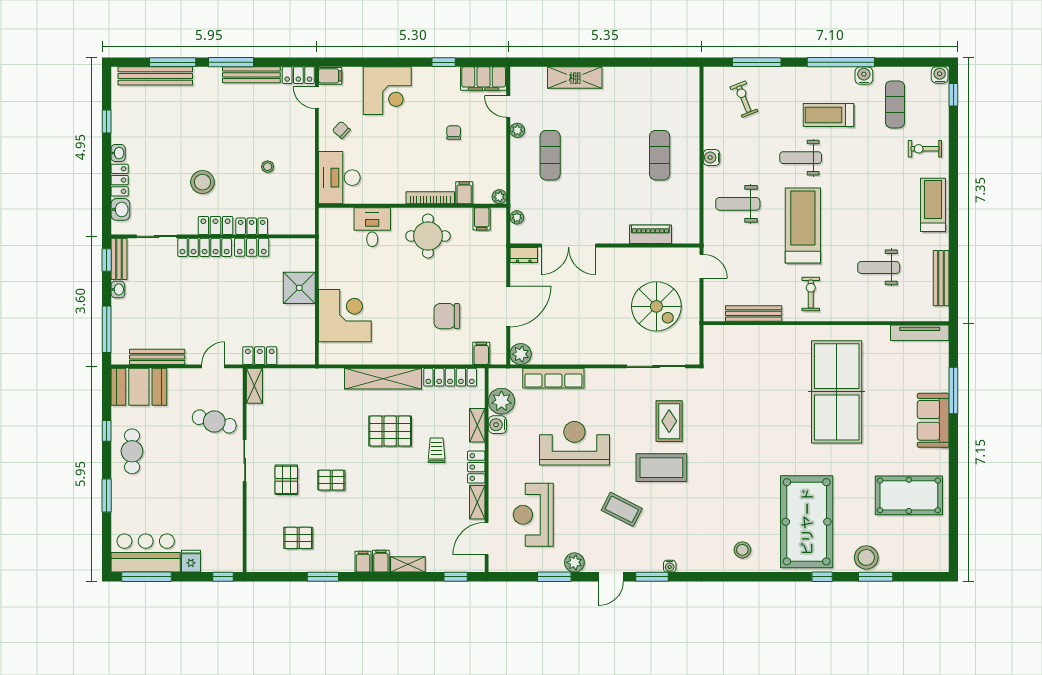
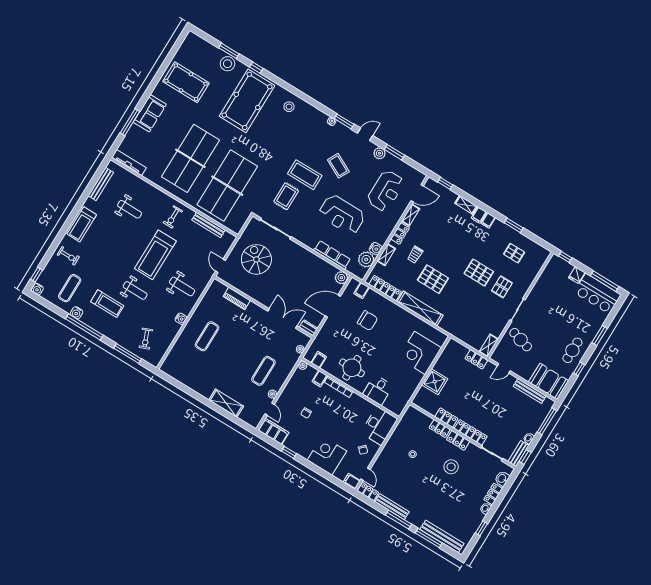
table tennis table: (761, 385) -> (227, 186), added
pallet: (331, 480) -> (479, 273), width x1.50, depth x1.42

